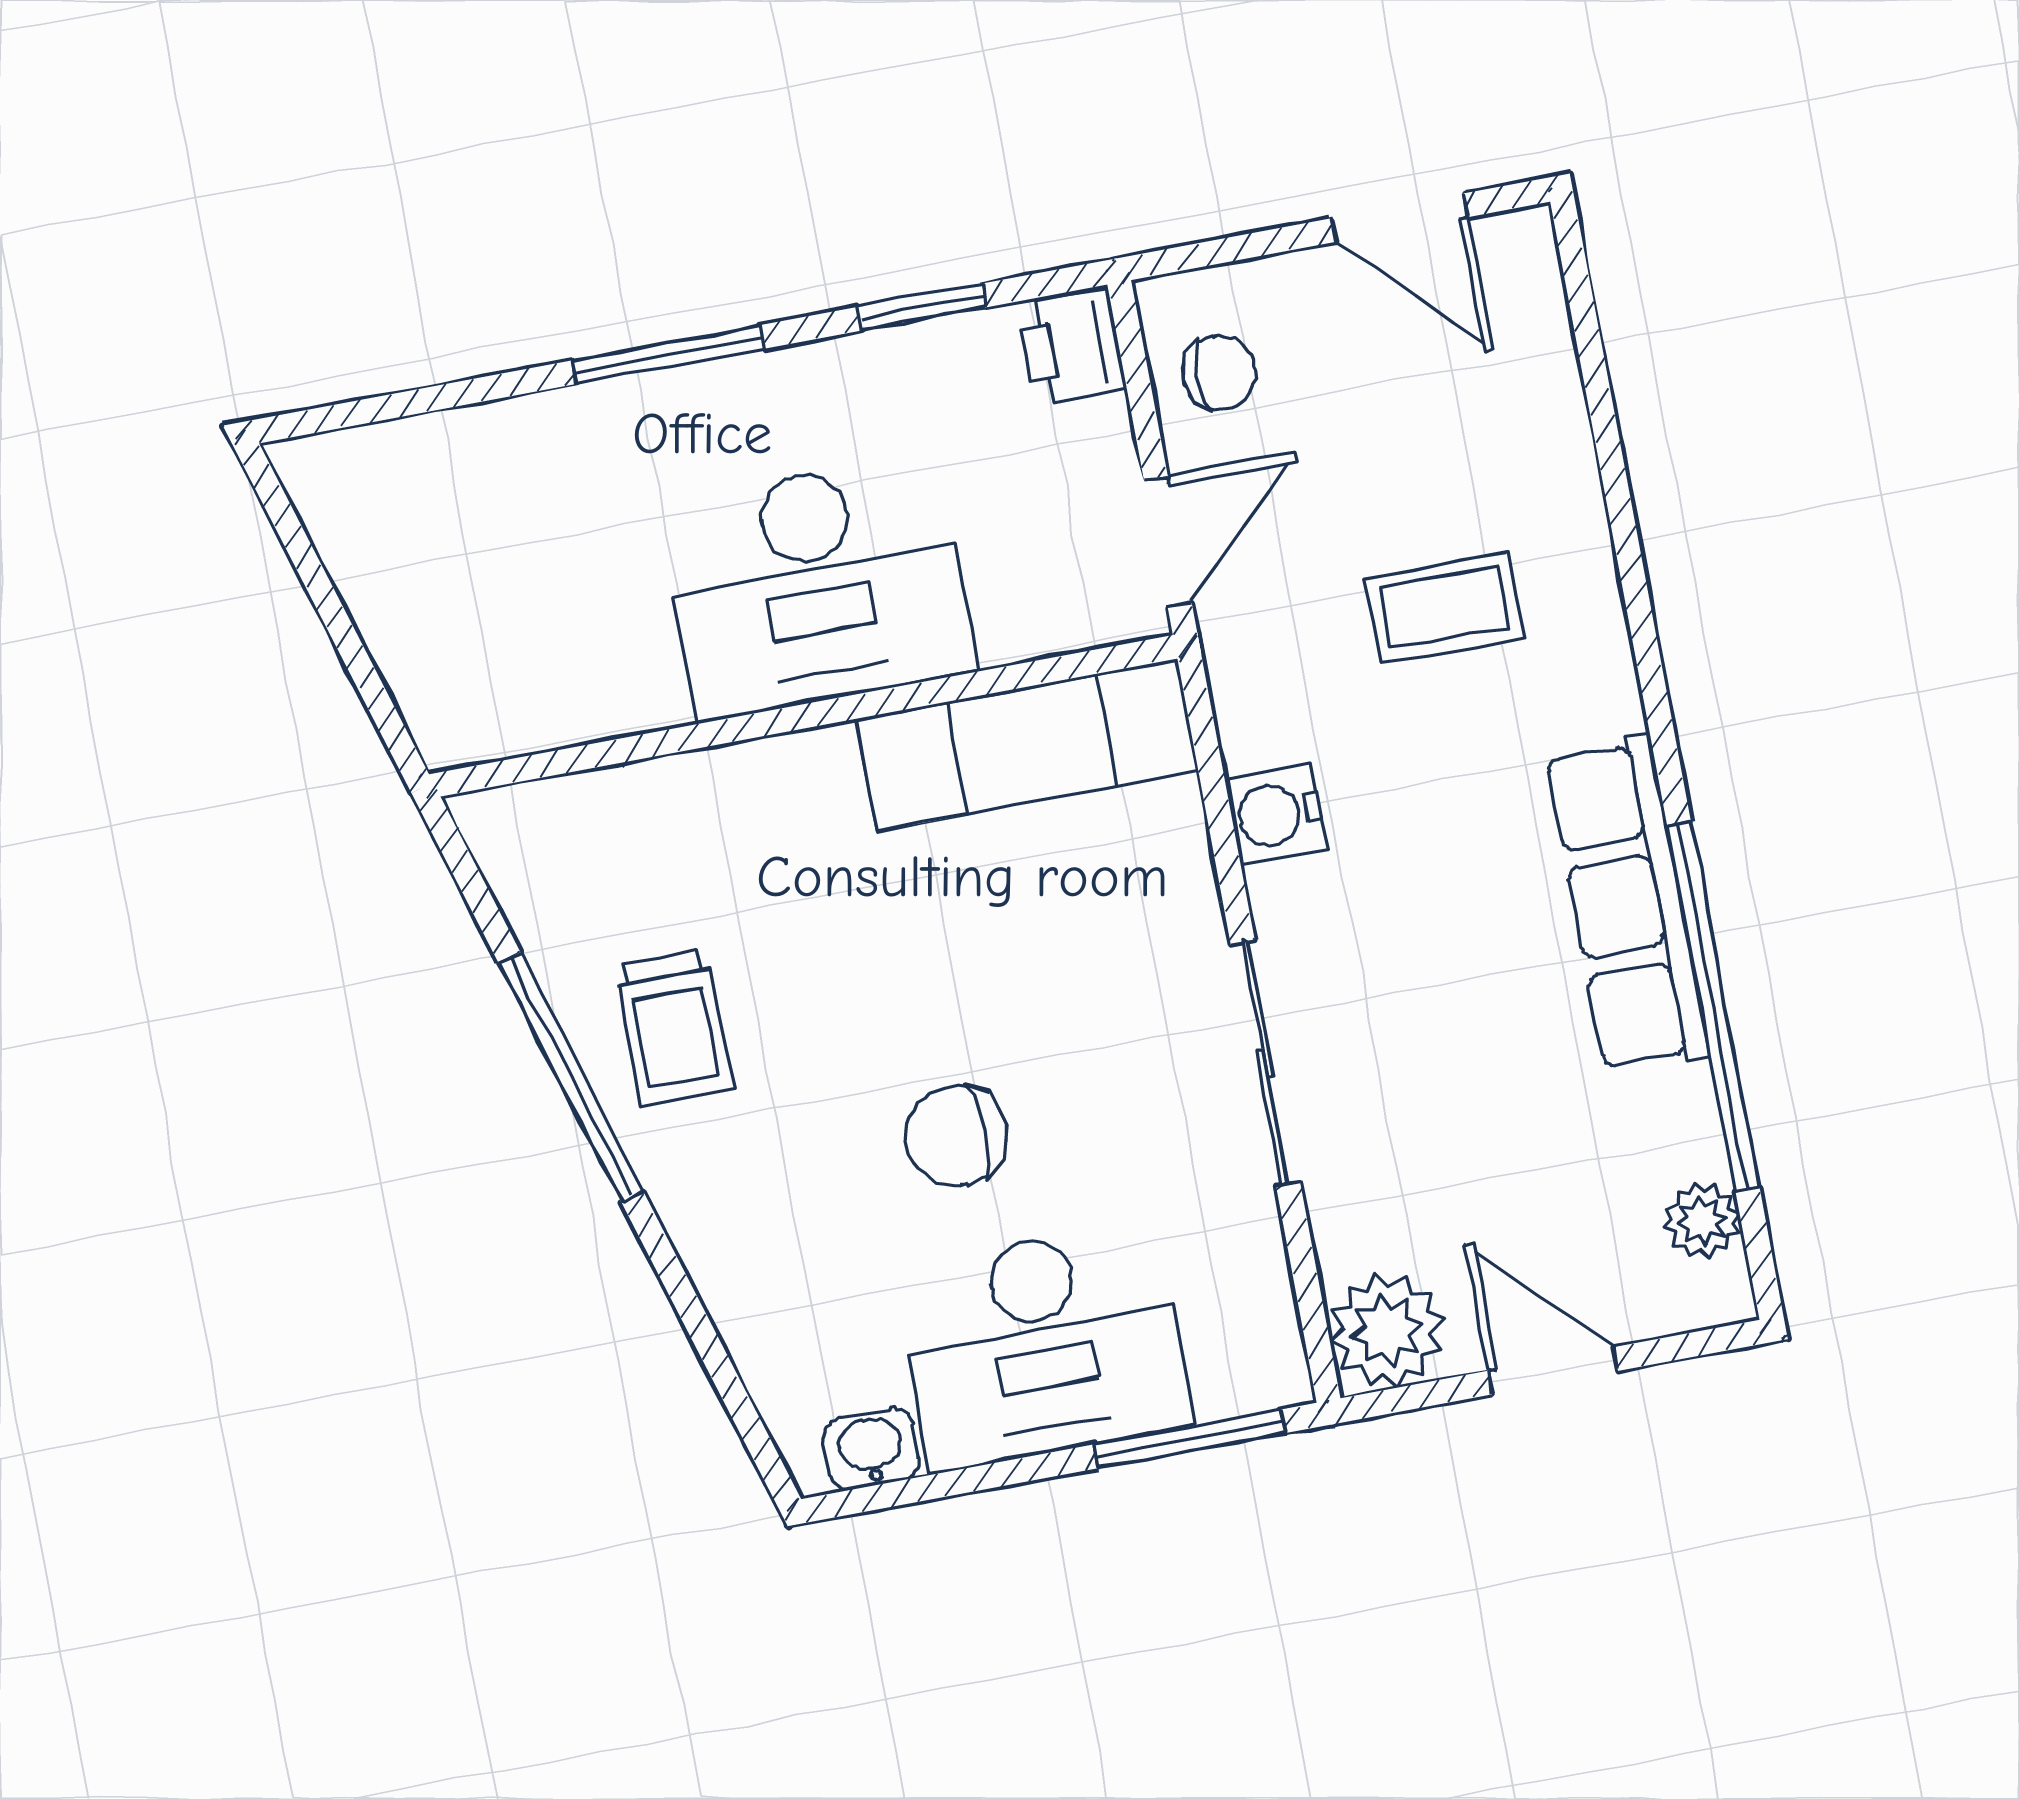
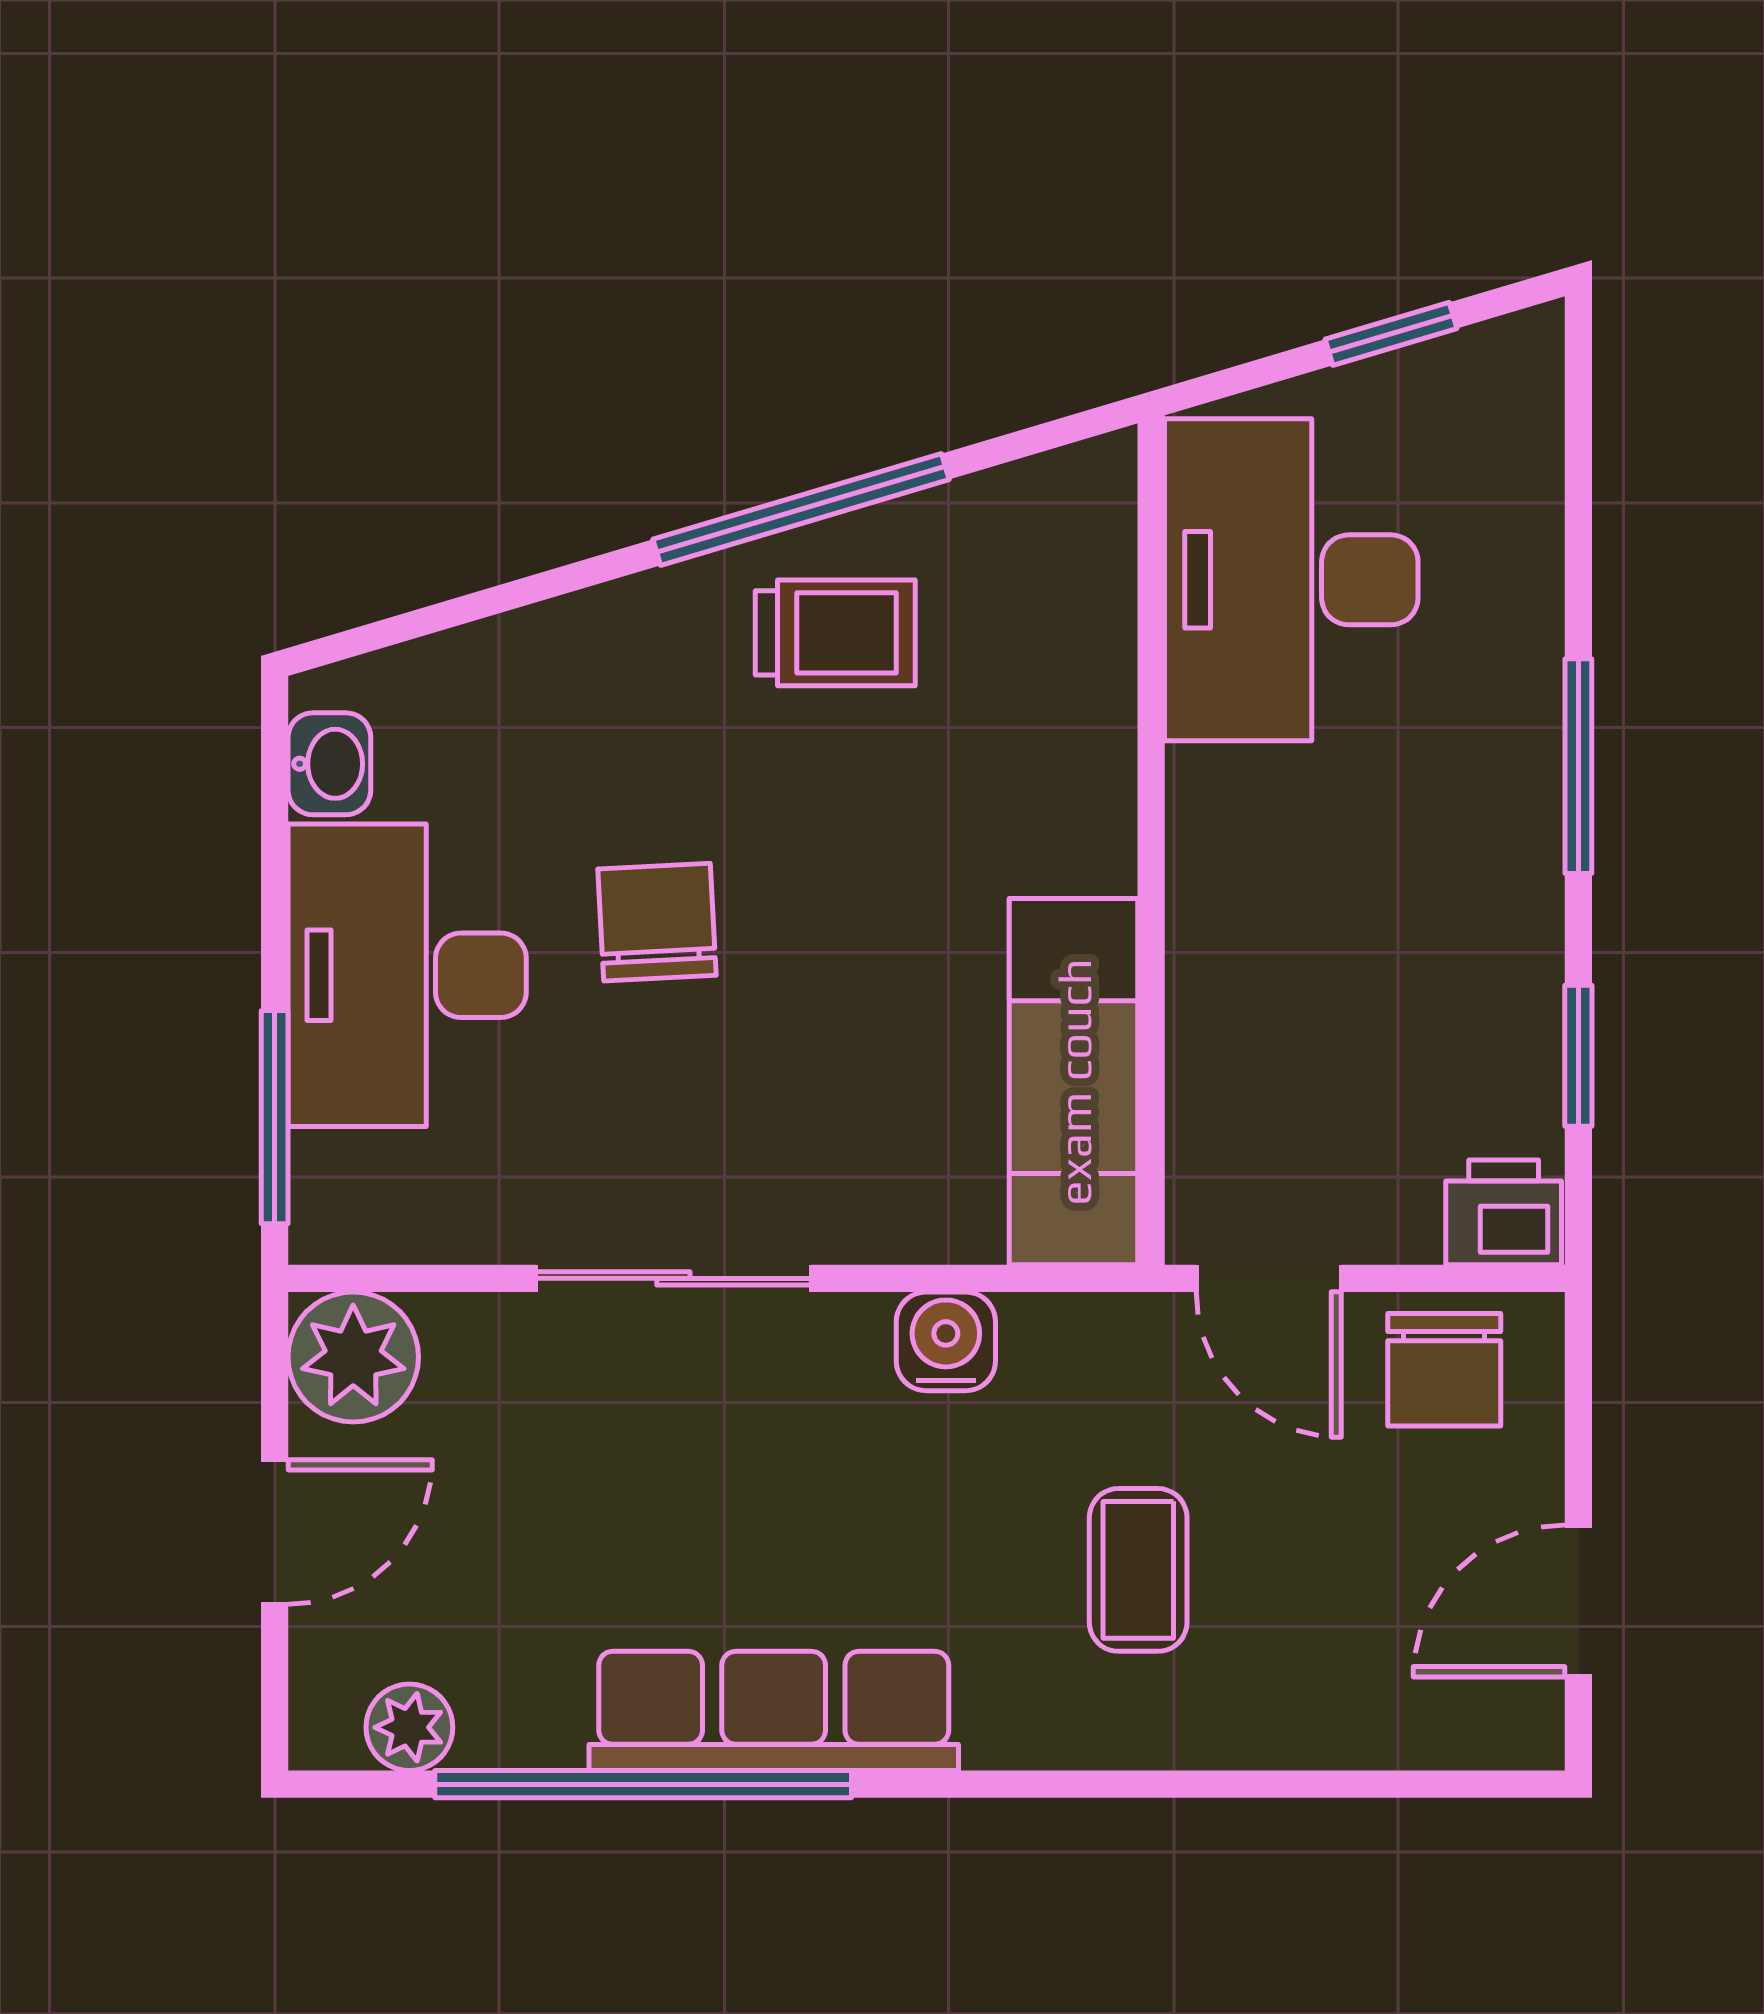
chair: (1219, 373) -> (1444, 1370), width x1.37, depth x1.37
desk: (817, 587) -> (1291, 580), moved
window: (320, 589) -> (1391, 334), added
trolley: (673, 1027) -> (835, 633), turned 180

